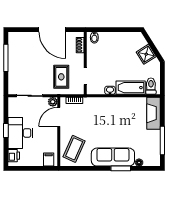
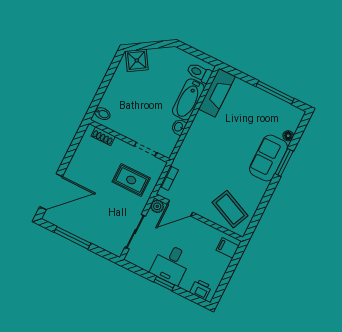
door: (52, 30) -> (51, 192), moved
shower: (146, 54) -> (137, 60), moved
fireplace: (154, 113) -> (217, 93), moved, turned -90
door: (59, 117) -> (180, 208), hinge flipped
desk: (20, 133) -> (171, 264), width x0.73
sofa: (113, 157) -> (268, 158), width x0.73

